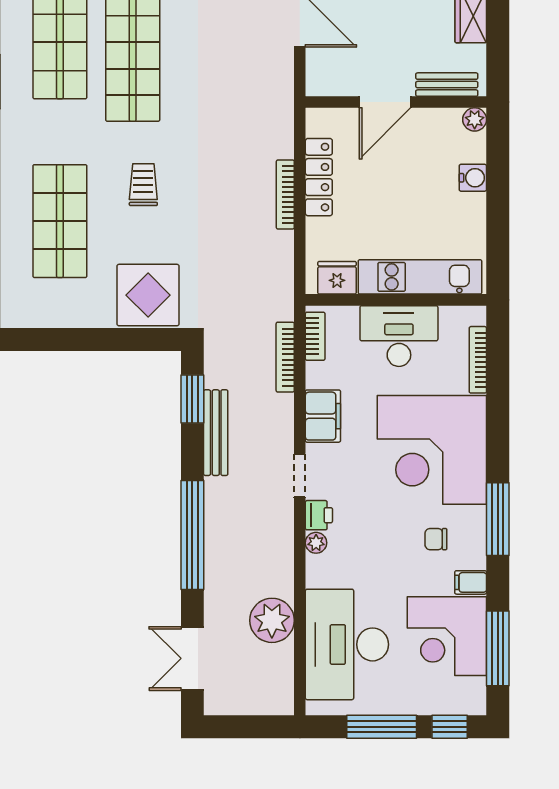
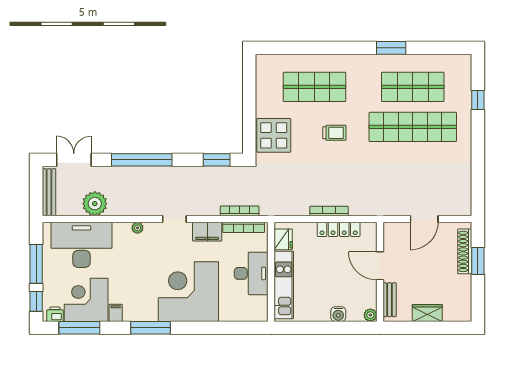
bookcase: (315, 336) -> (244, 227), width x1.56
bookcase: (478, 360) -> (238, 317), removed
bench: (216, 433) -> (49, 192), moved, turned 90
printer: (319, 515) -> (55, 314), moved, turned 180
chair: (436, 539) -> (139, 294), removed

